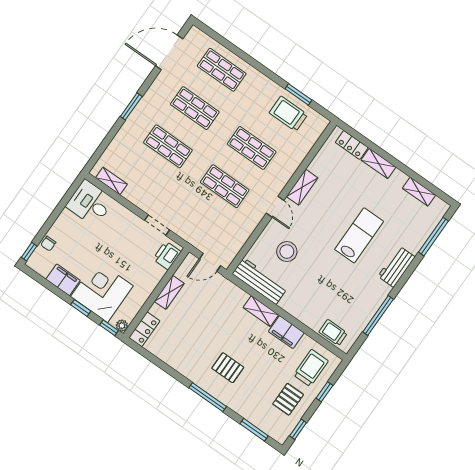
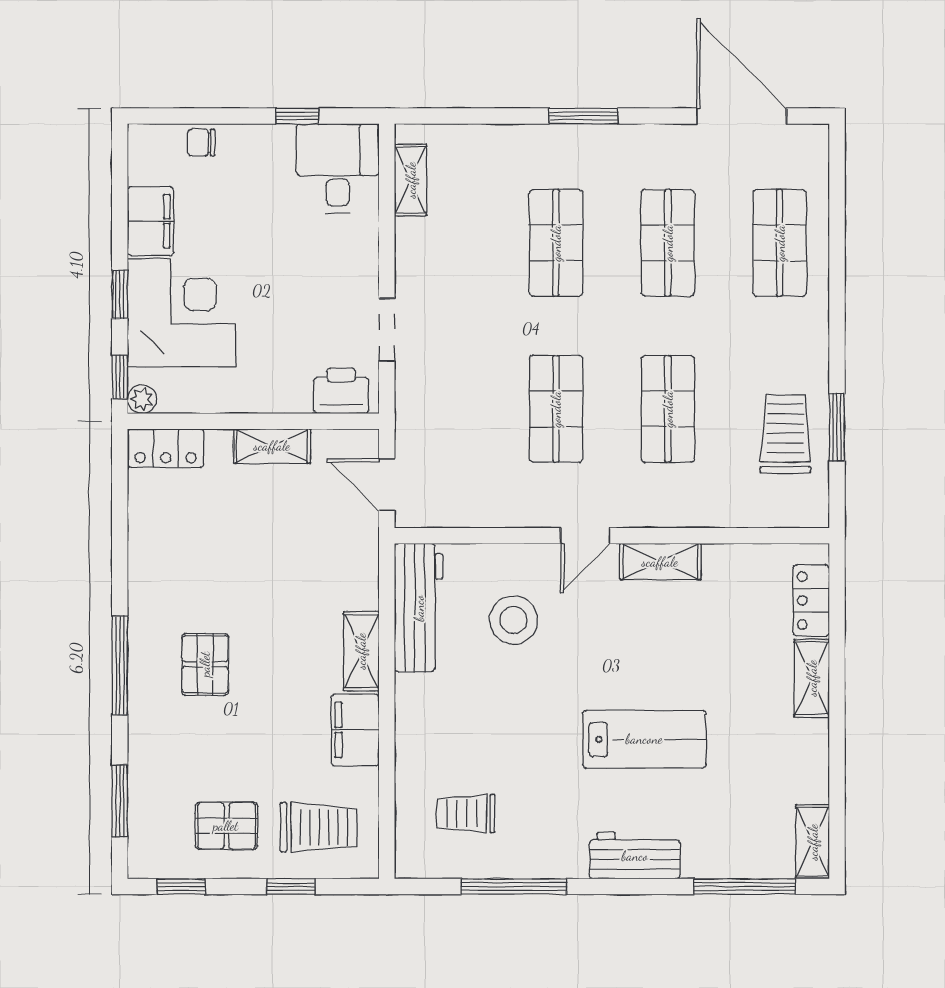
shelving: (419, 192) -> (813, 842), moved
window: (29, 252) -> (297, 116), moved
trolley: (333, 333) -> (466, 814), moved, turned -90

